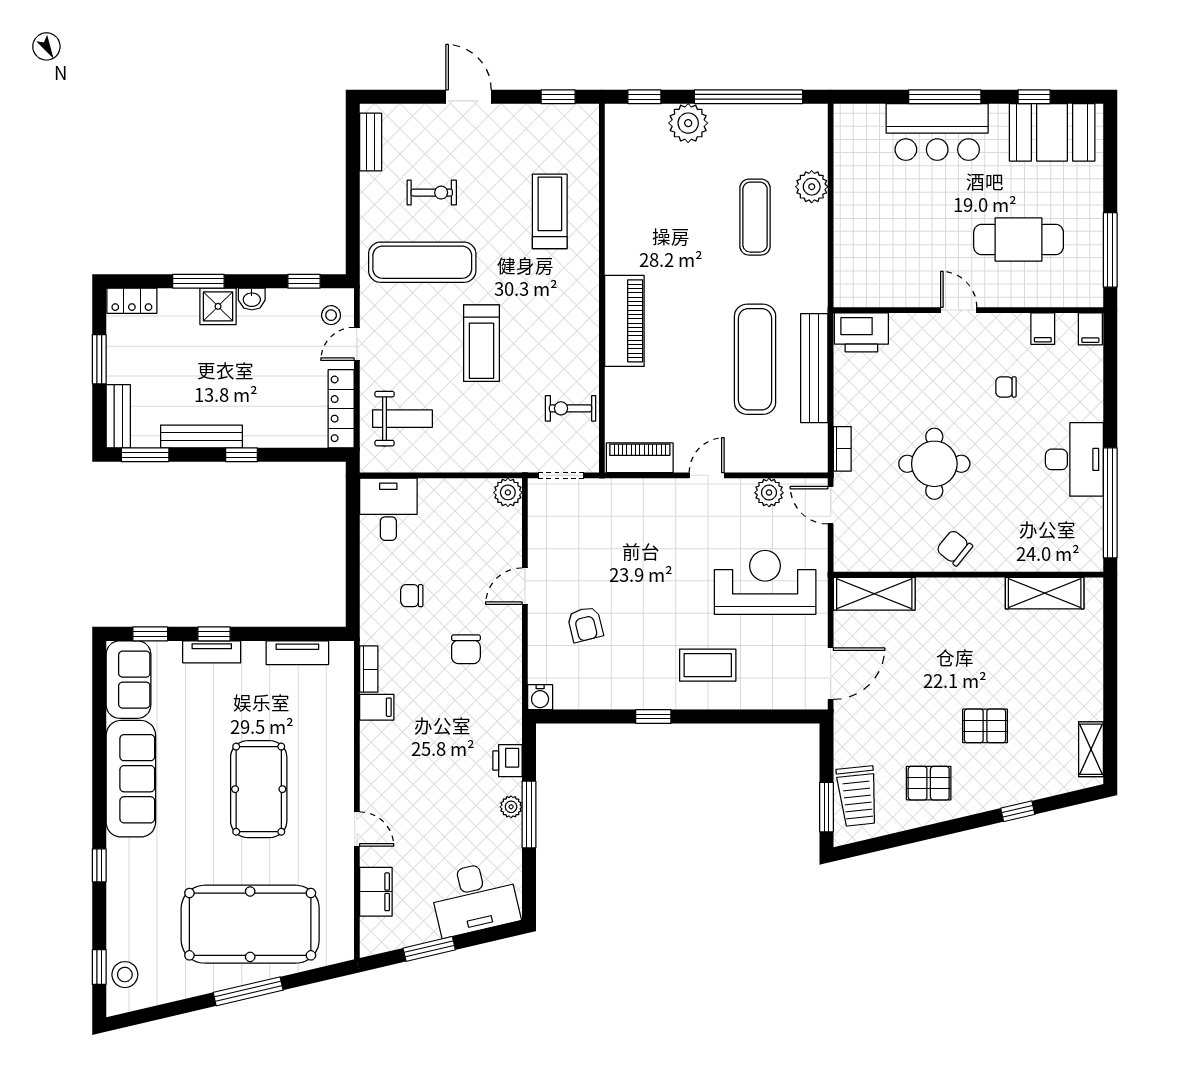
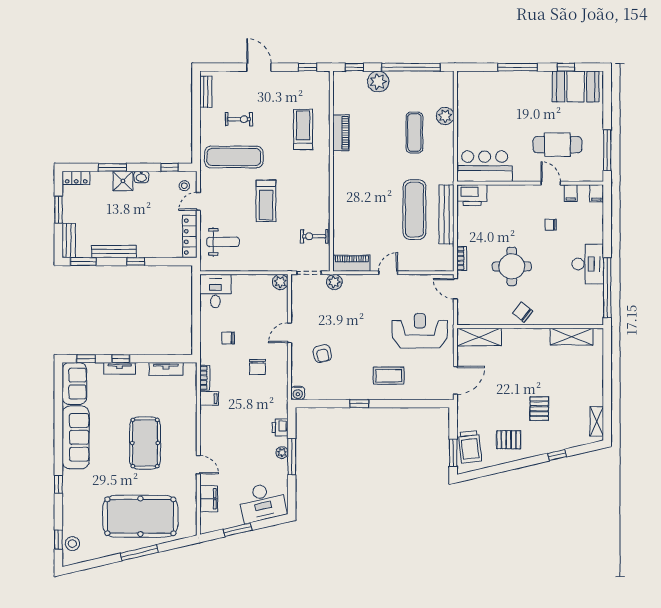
bar counter: (937, 132) -> (485, 166), moved, turned 180
door: (959, 310) -> (551, 183), moved
piano: (624, 321) -> (341, 133), moved, width x0.73, depth x0.75
plant: (769, 493) -> (334, 282), moved
pallet: (985, 726) -> (539, 409), turned 90

